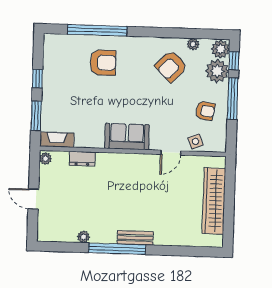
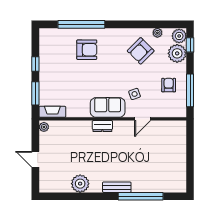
window: (233, 99) -> (190, 90), moved
armchair: (205, 111) -> (169, 85), turned -99
side table: (195, 141) -> (135, 94), moved
dresser: (82, 159) -> (102, 126), moved
wardrobe: (214, 201) -> (178, 156), removed
plant: (83, 237) -> (80, 184), width x1.88, depth x1.88
window: (117, 249) -> (141, 196), moved

